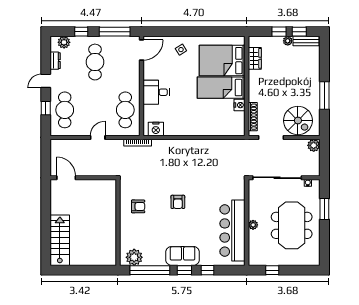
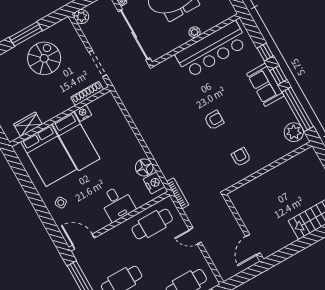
spiral stairs: (298, 121) -> (44, 58), moved
floor lamp: (172, 128) -> (144, 167), added

